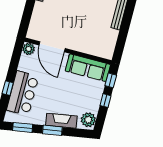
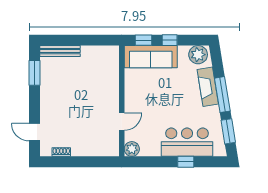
door: (52, 47) -> (122, 121), width x0.53
sofa: (88, 68) -> (151, 57), moved, turned 90
window: (52, 130) -> (222, 95), width x1.44

